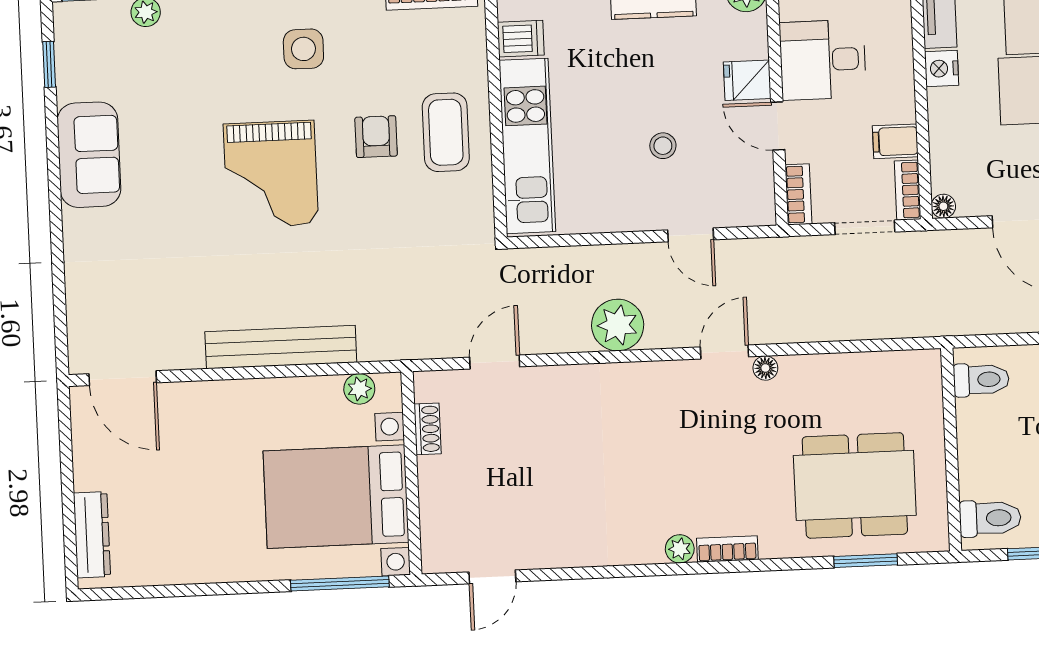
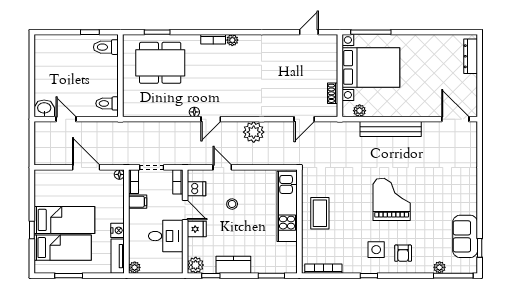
dishwasher: (521, 39) -> (197, 189), moved, turned 180
armchair: (376, 137) -> (403, 253), moved
sofa: (89, 155) -> (465, 236), moved

